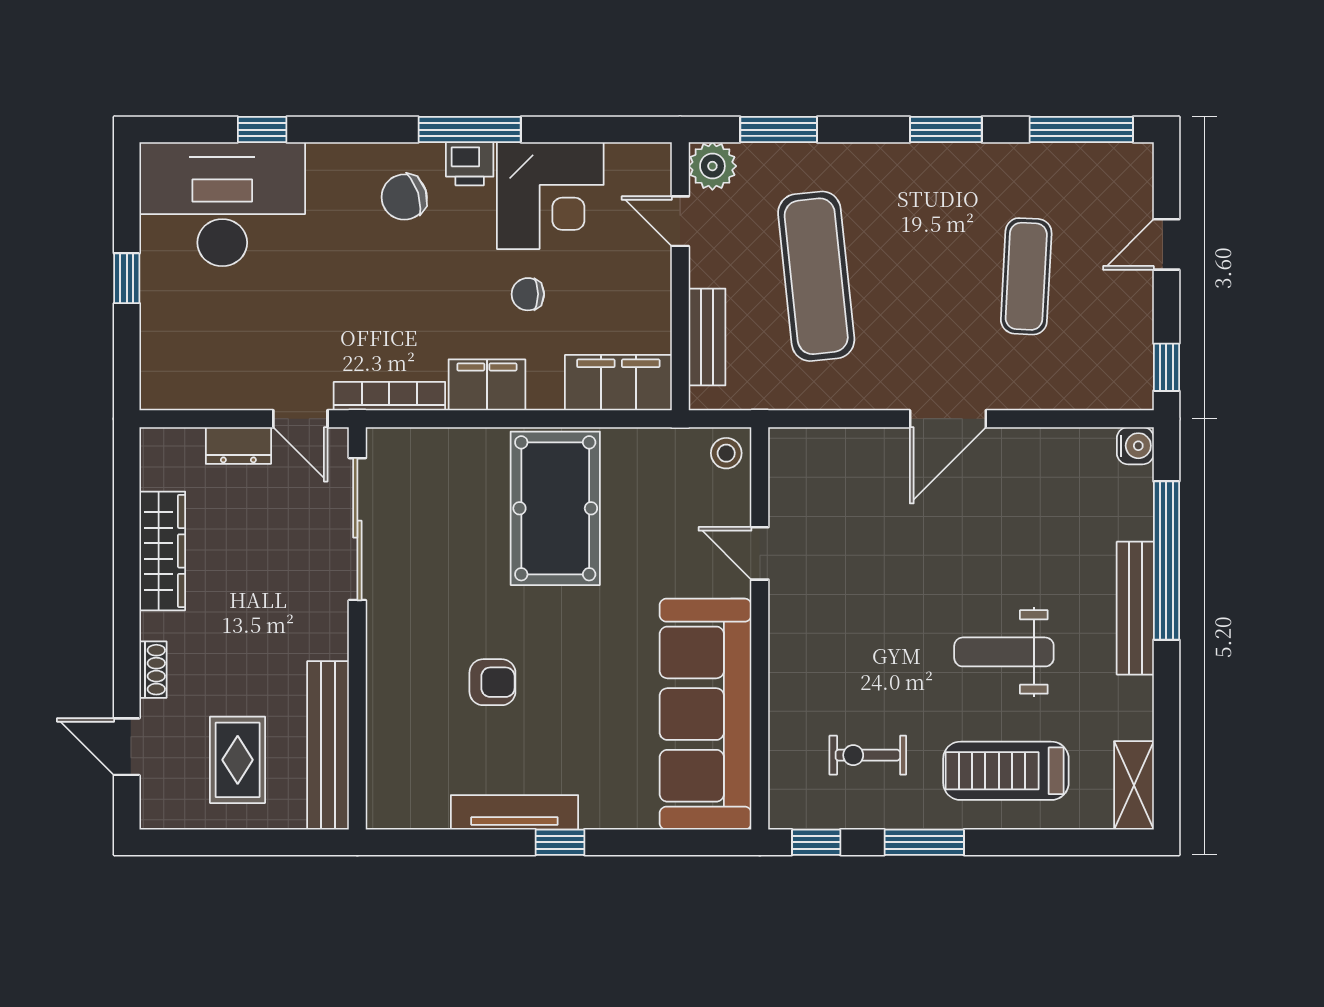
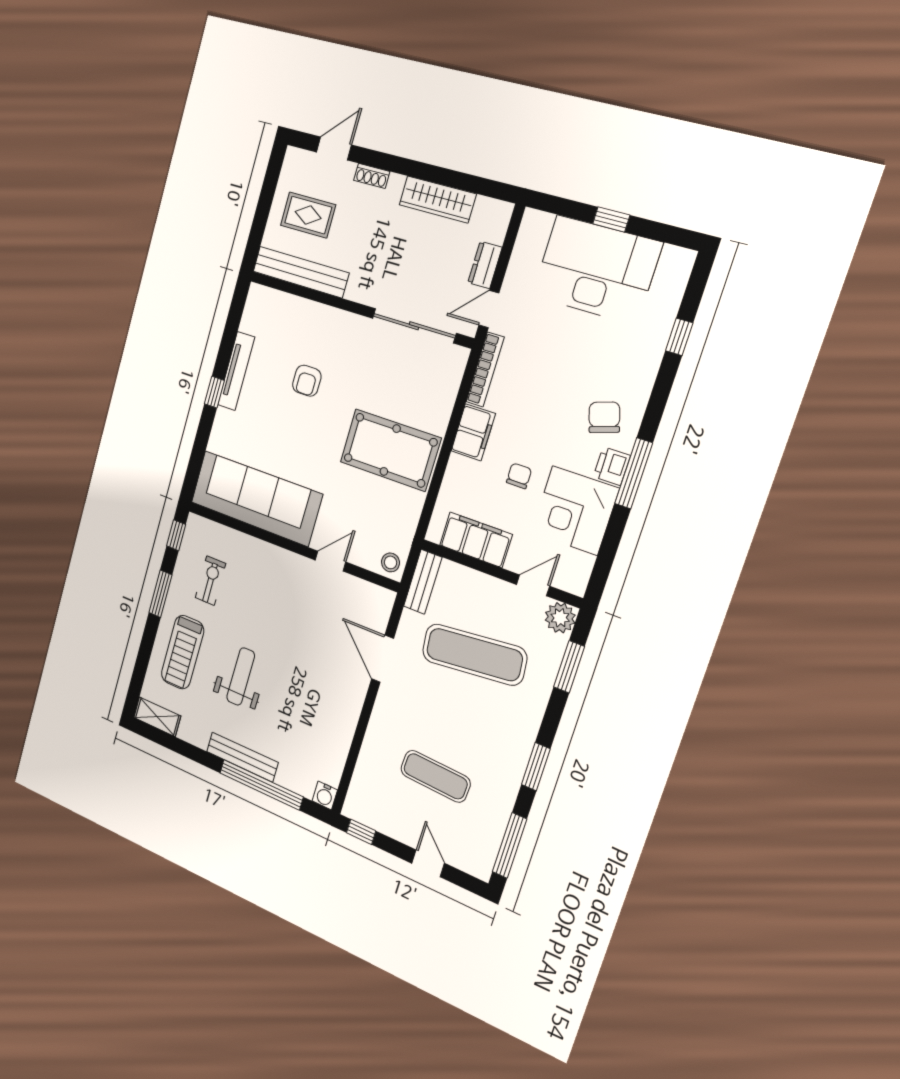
desk: (222, 204) -> (596, 270), moved, turned -90
bench: (707, 337) -> (423, 582), moved, turned 90
filing cabinet: (618, 383) -> (476, 540), moved, turned -90
door: (948, 419) -> (382, 659), moved
treadmill: (1006, 771) -> (183, 652), turned 180

